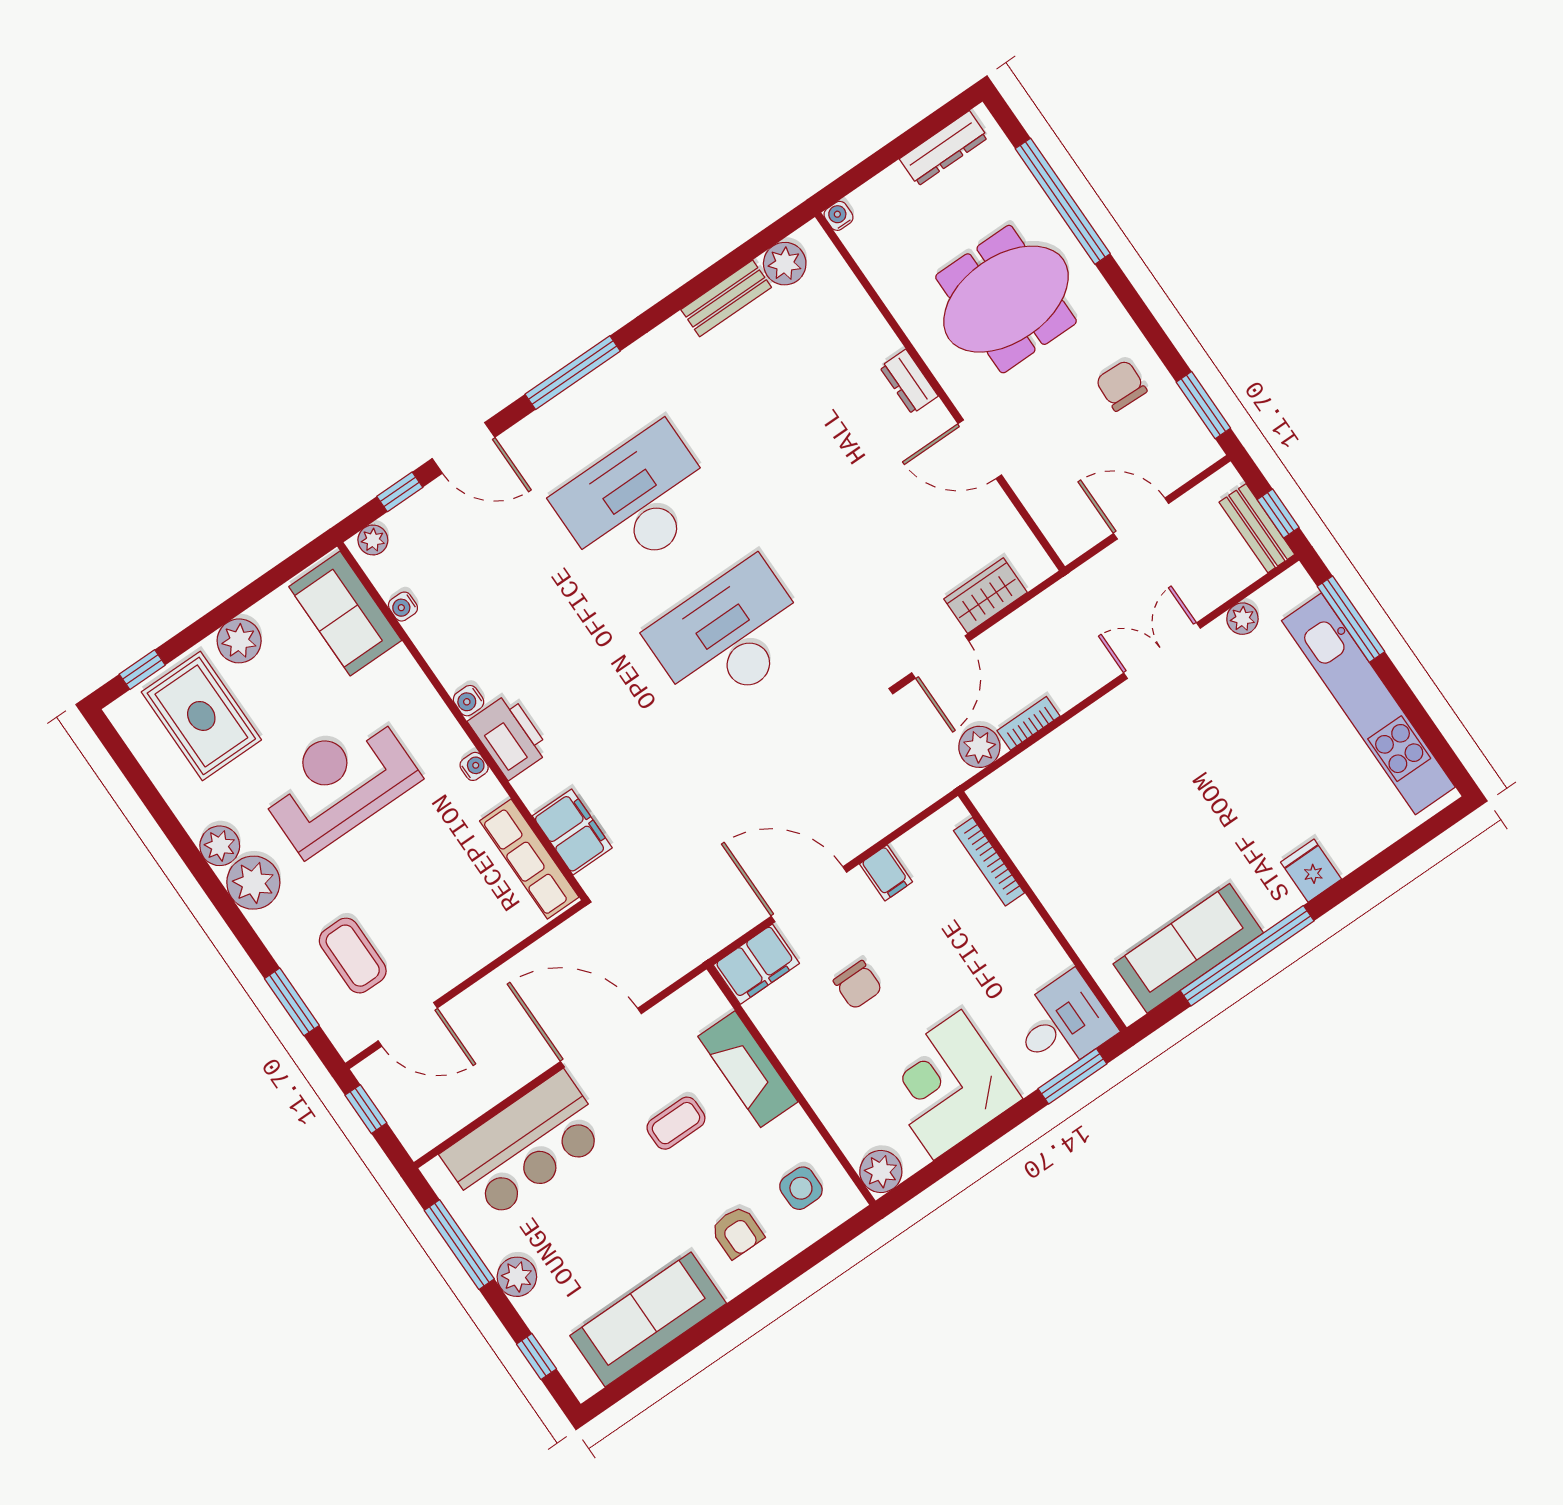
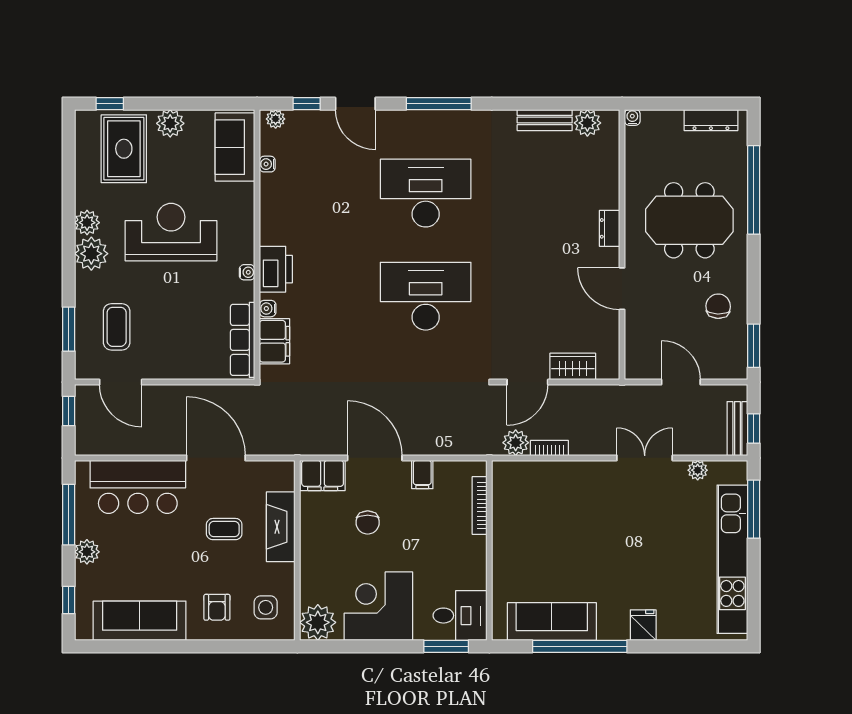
water cooler: (469, 701) -> (268, 309), moved
plant: (881, 1172) -> (318, 622), width x1.36, depth x1.36

